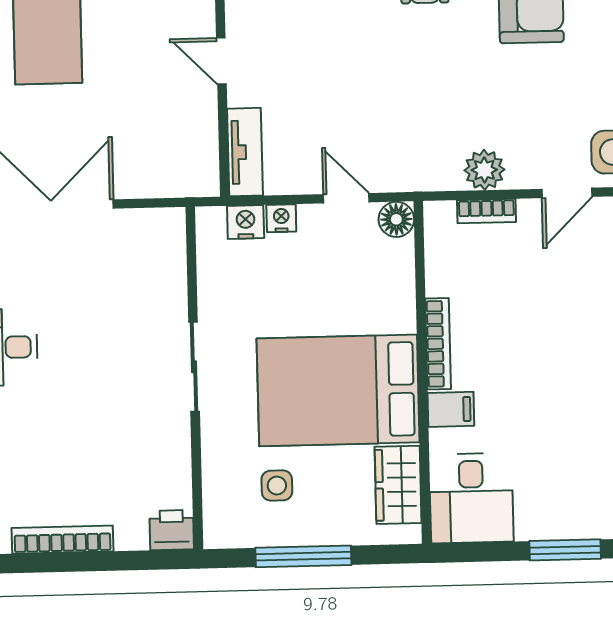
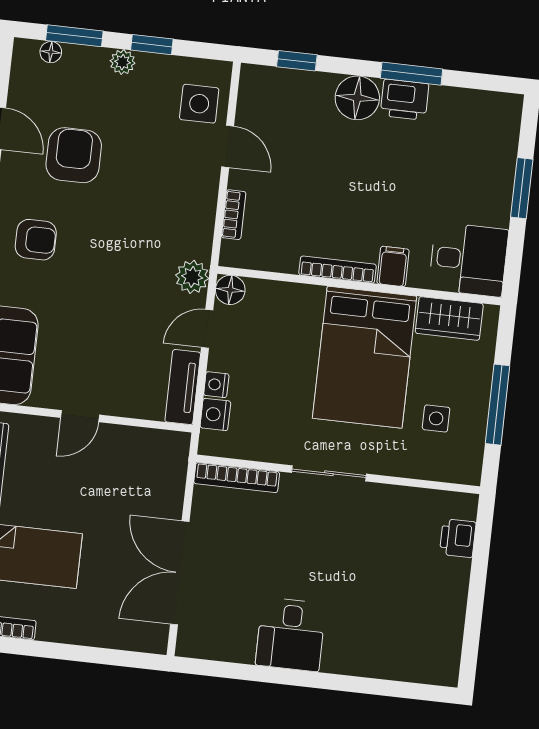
tv unit: (245, 152) -> (183, 387), moved, turned -90
plant: (484, 170) -> (192, 277), moved
printer: (172, 530) -> (458, 538), moved
bookcase: (63, 540) -> (237, 478), moved, turned -90

